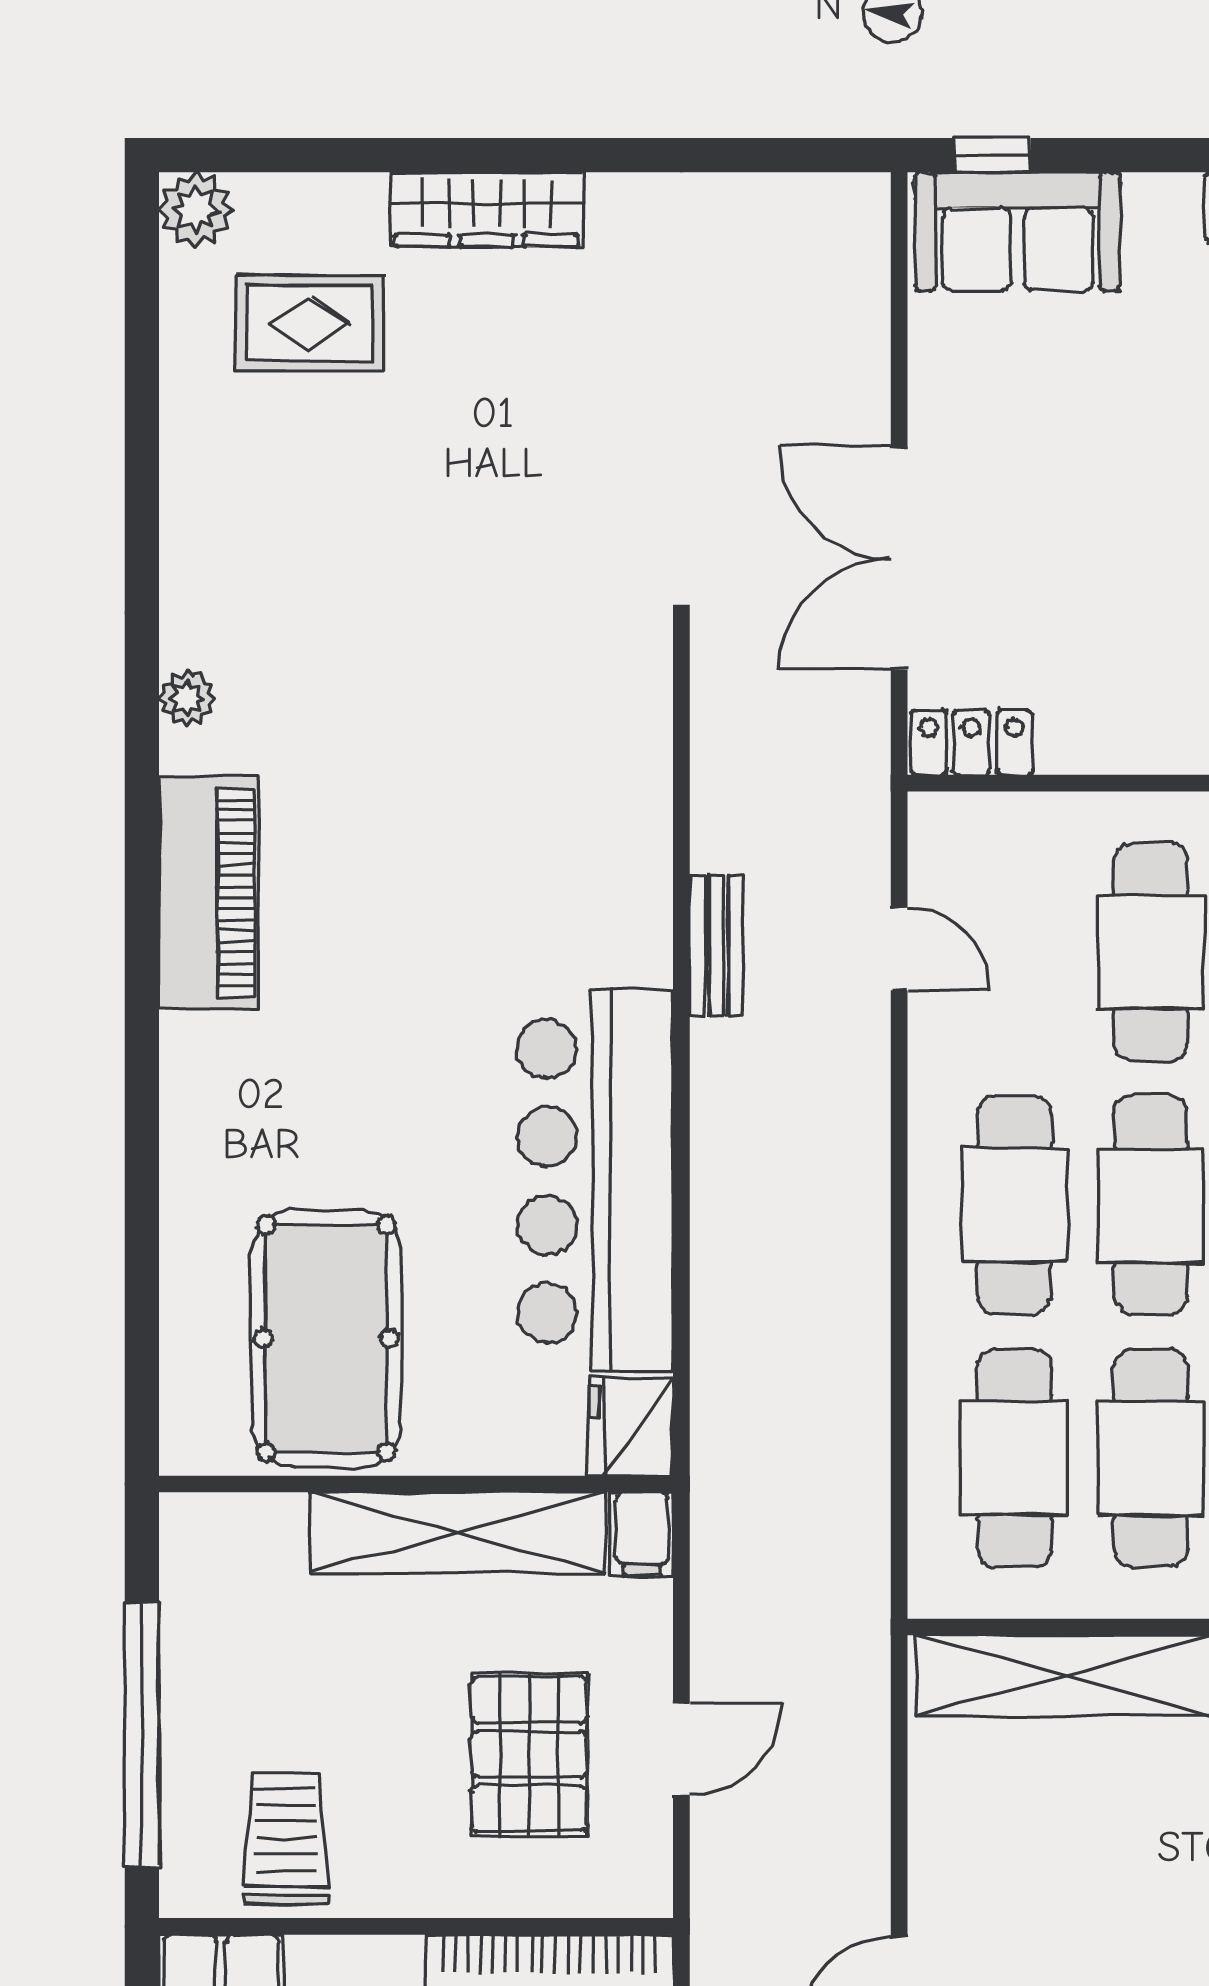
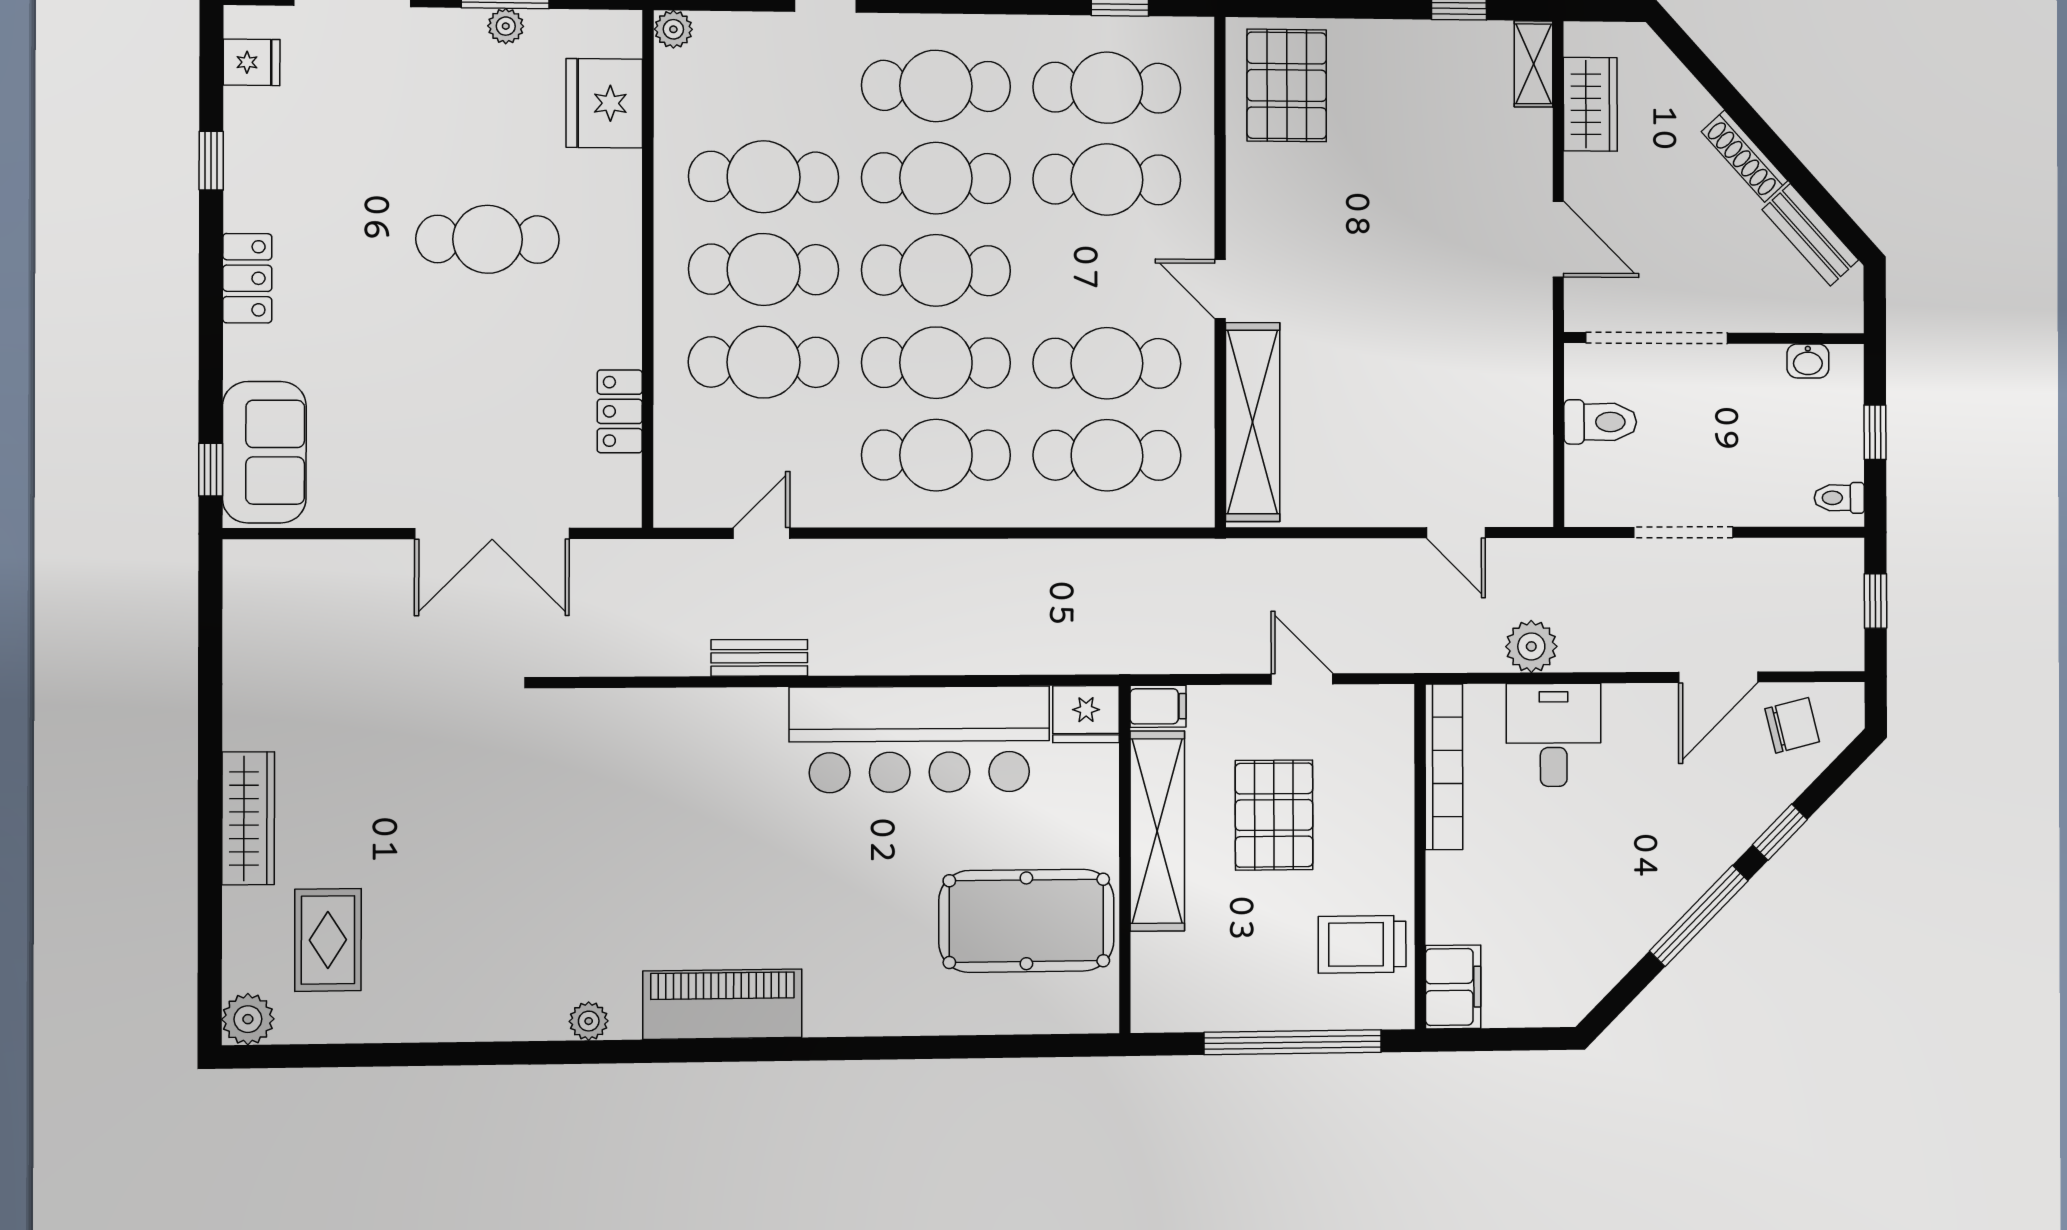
locker: (972, 742) -> (620, 411), moved
pallet: (529, 1754) -> (1274, 815), moved, turned 90

